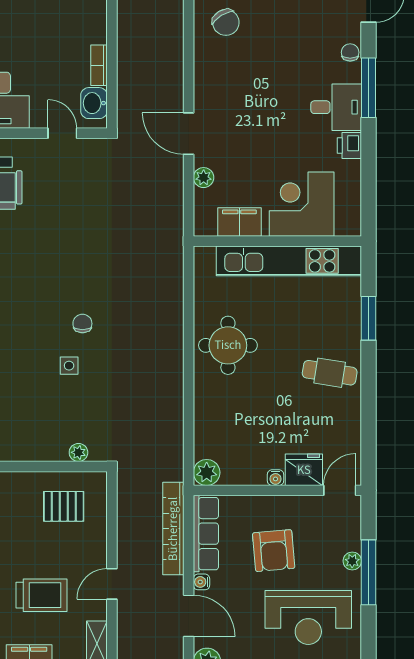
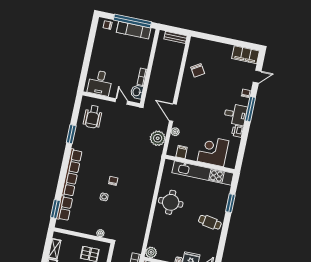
plant: (166, 201) -> (158, 138), added
filing cabinet: (239, 222) -> (182, 152), width x0.50

